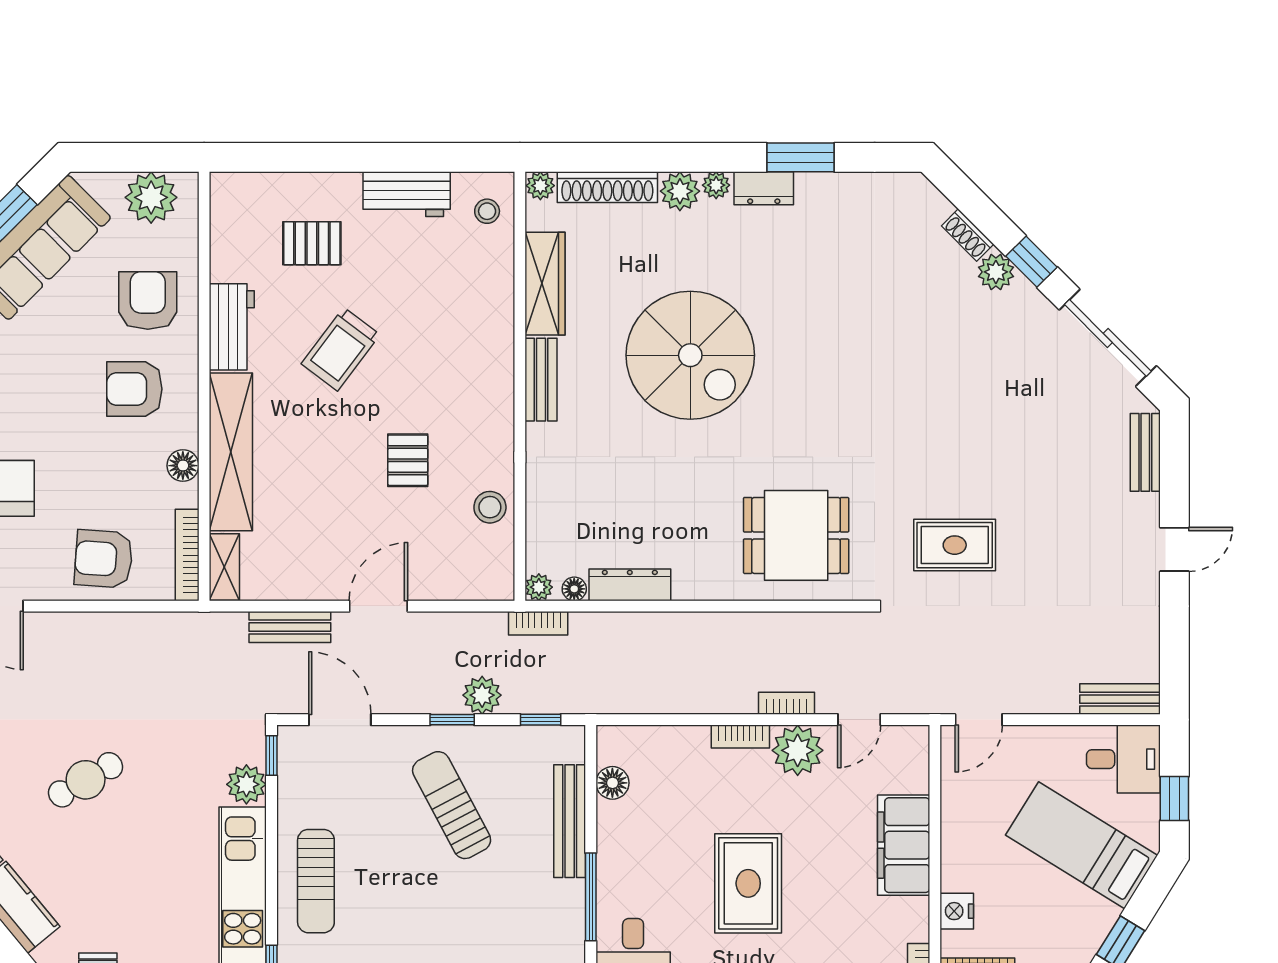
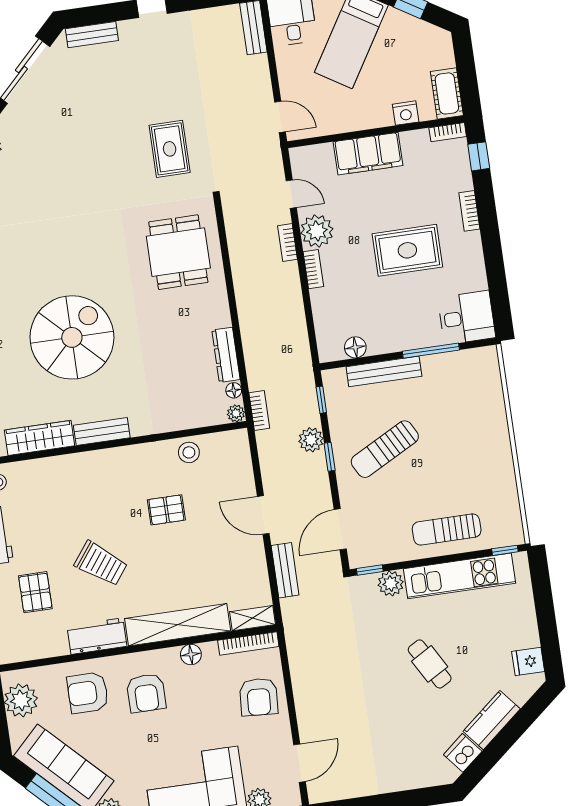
cafe table: (86, 780) -> (430, 664), moved
sun lounger: (316, 881) -> (447, 530), turned 180

